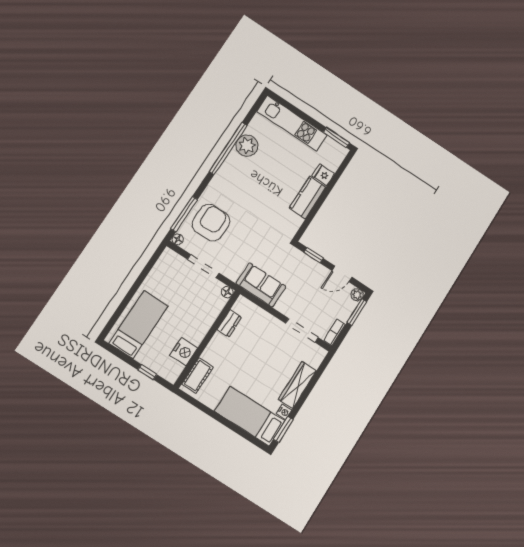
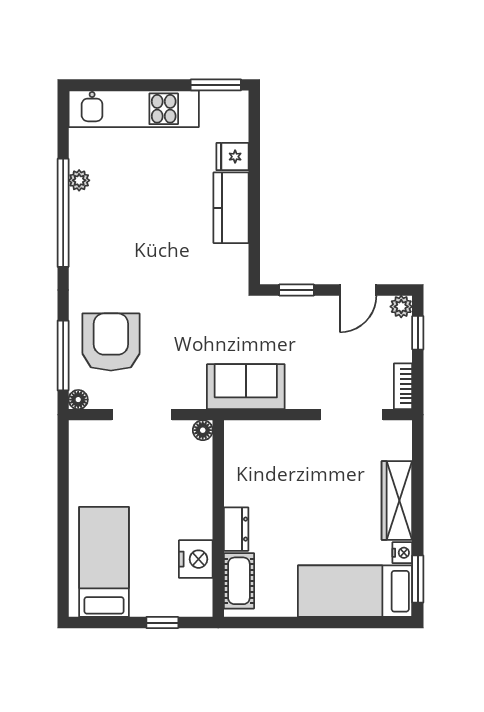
plant: (247, 146) -> (79, 180), width x0.53, depth x0.53
window: (357, 312) -> (418, 333), width x0.67
dresser: (229, 323) -> (236, 529), moved

